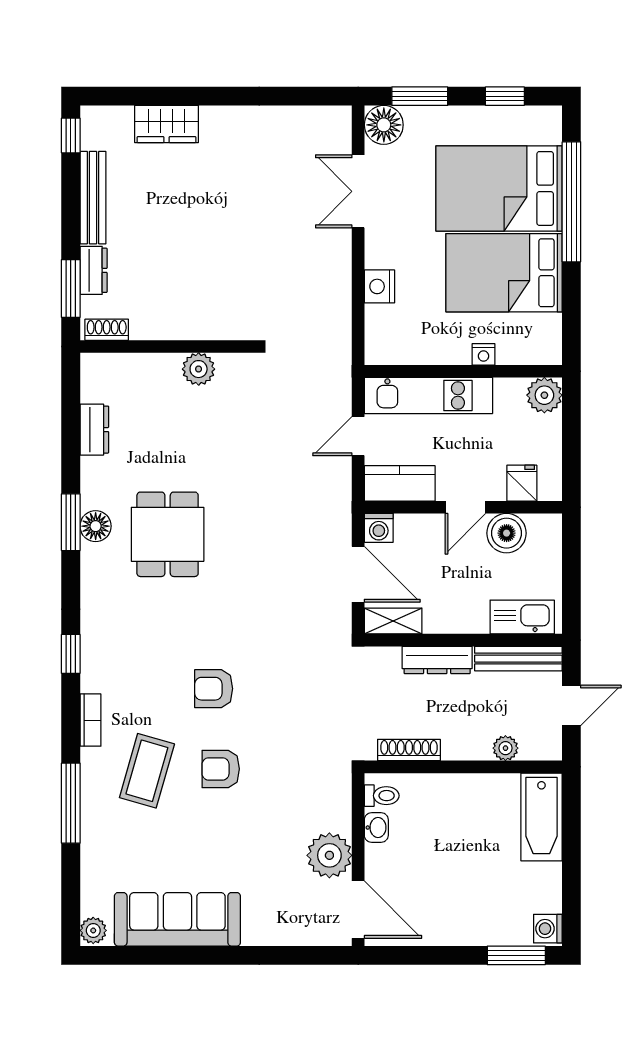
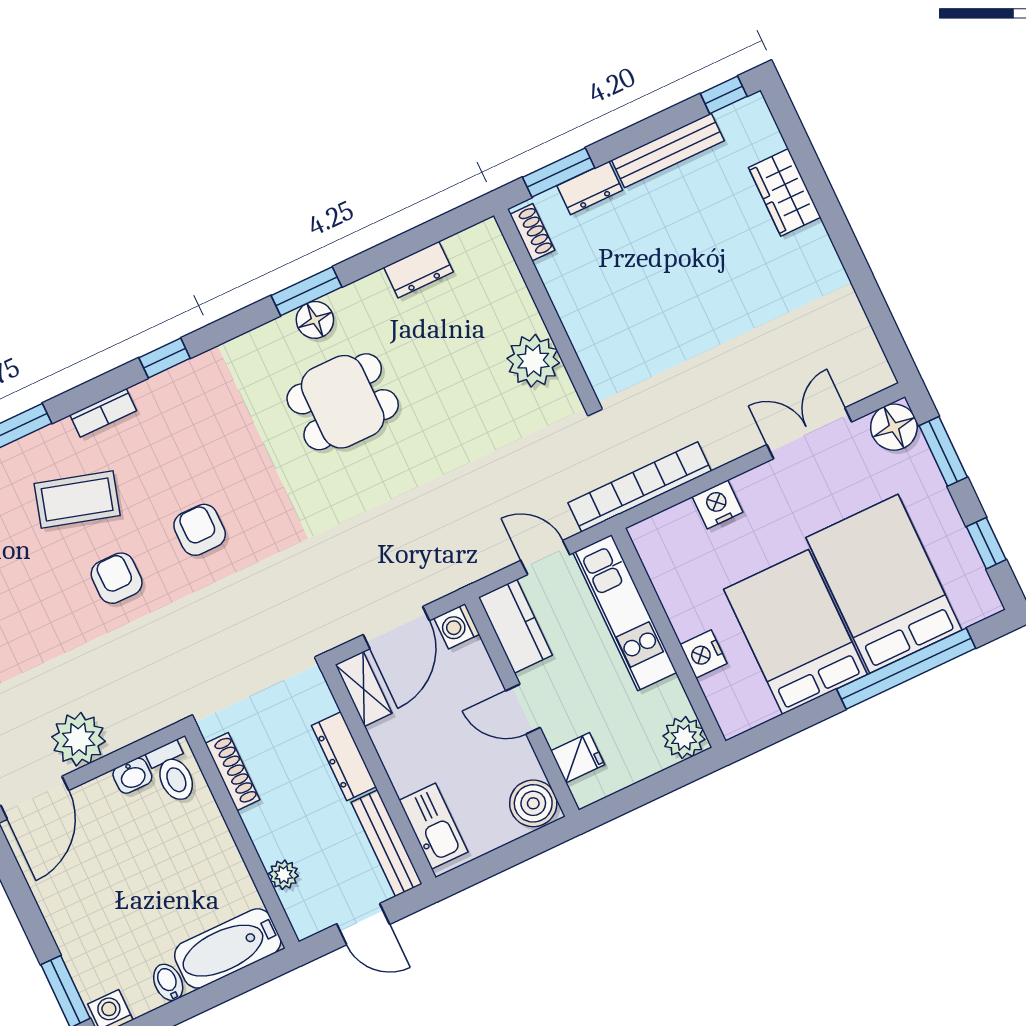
bookcase: (338, 339) -> (640, 487), added
nightstand: (484, 354) -> (703, 654), width x1.39, depth x1.35
plant: (199, 369) -> (533, 361), width x1.36, depth x1.36
boiler: (507, 533) -> (533, 803), moved
toilet: (382, 796) -> (173, 773), width x1.37, depth x1.39
bidet: (546, 874) -> (168, 982), added

